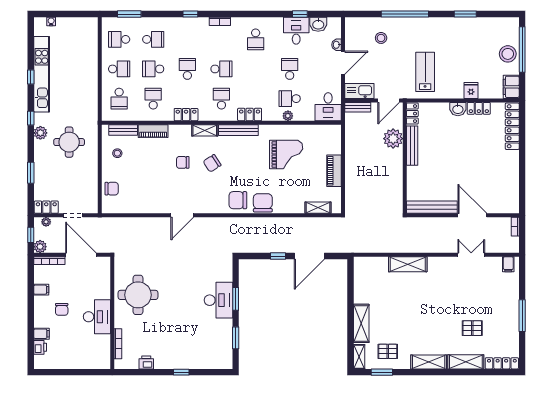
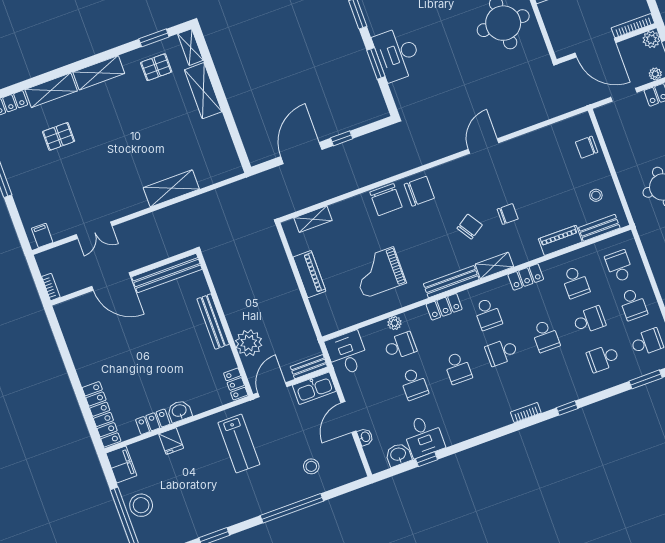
school desk: (256, 39) -> (458, 368), moved, turned 180
school desk: (119, 69) -> (633, 304), turned -90
bench: (412, 146) -> (213, 322), moved

